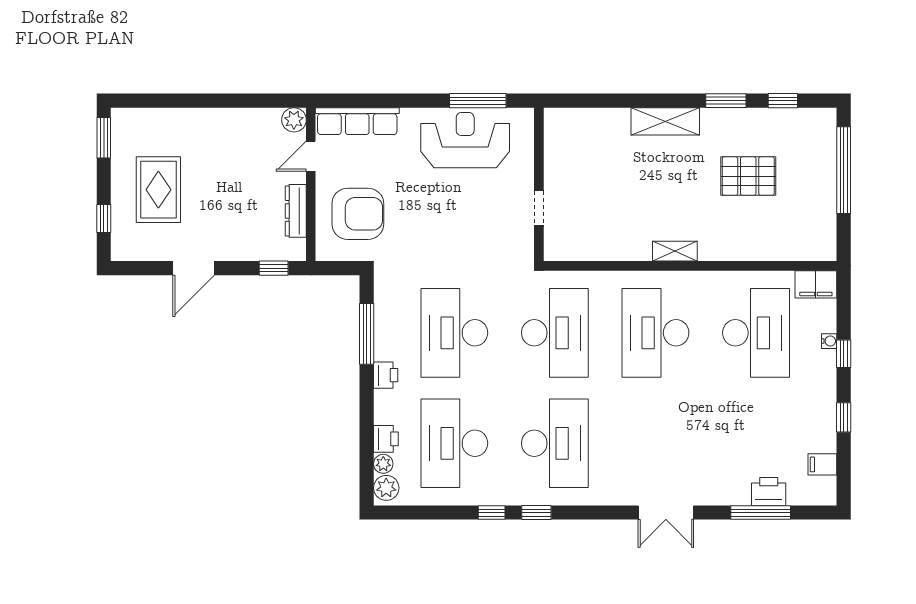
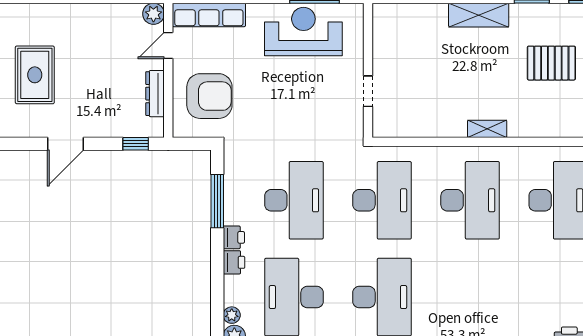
desk: (454, 333) -> (294, 200), turned 180
desk: (655, 333) -> (470, 200), turned 180
printer: (386, 439) -> (234, 262), moved

